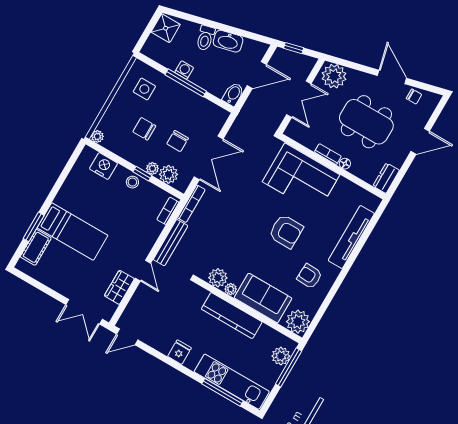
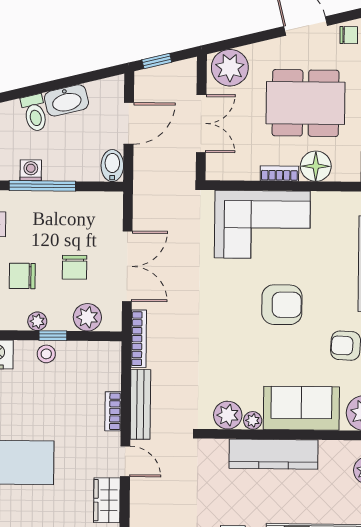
floor lamp: (345, 164) -> (316, 166), width x1.89, depth x1.89
plant: (152, 168) -> (37, 321), moved
bookcase: (168, 211) -> (113, 411), moved

